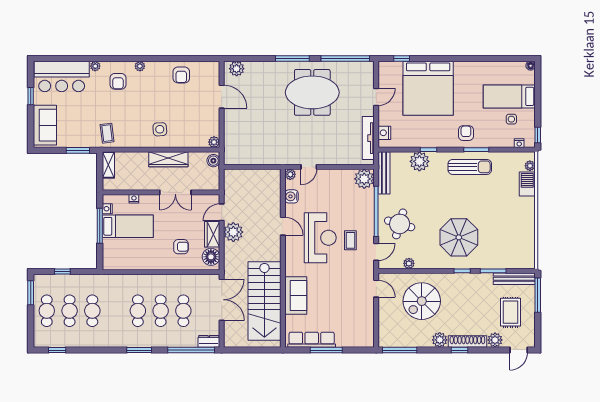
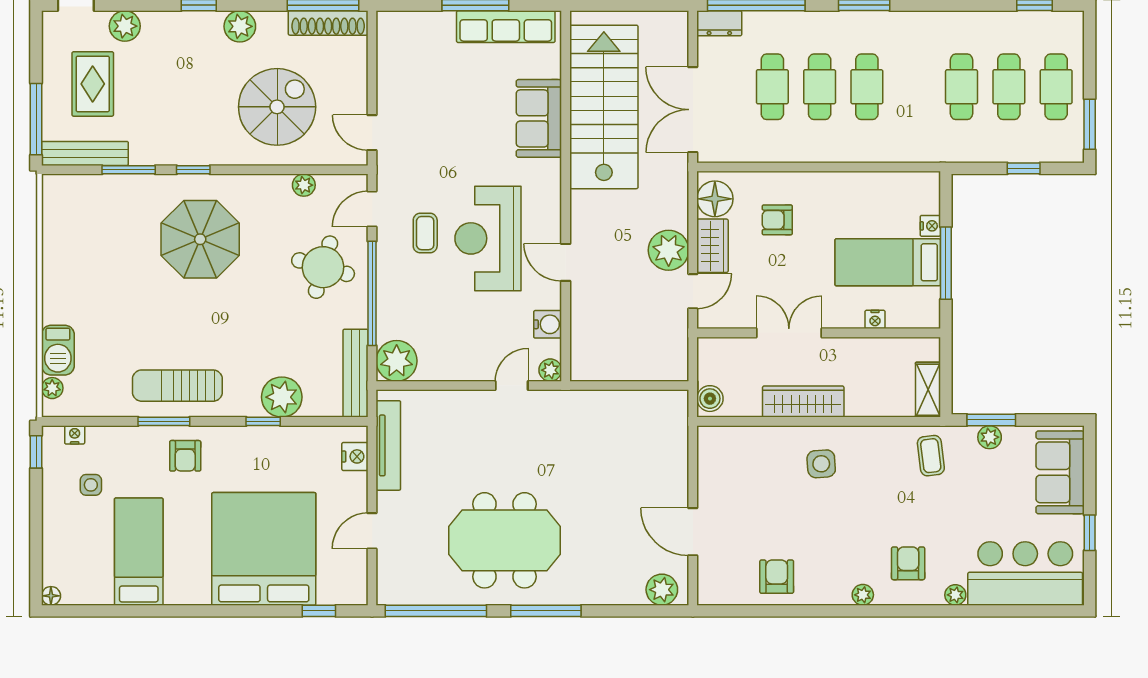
bed: (509, 96) -> (139, 552), moved, turned -90
plant: (214, 142) -> (990, 437), moved
nightstand: (107, 209) -> (930, 226), moved
shoe rack: (467, 341) -> (328, 23), moved

